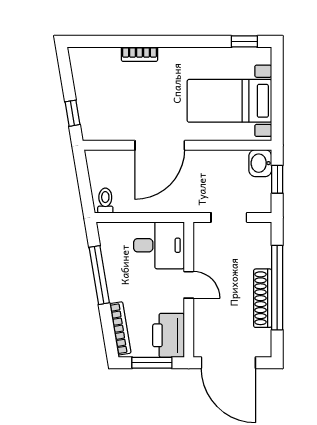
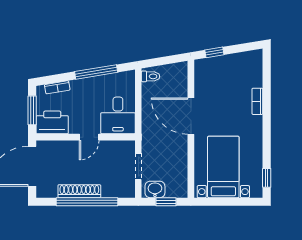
washbasin: (260, 163) -> (155, 189), moved
bookcase: (120, 328) -> (57, 87), width x0.64

